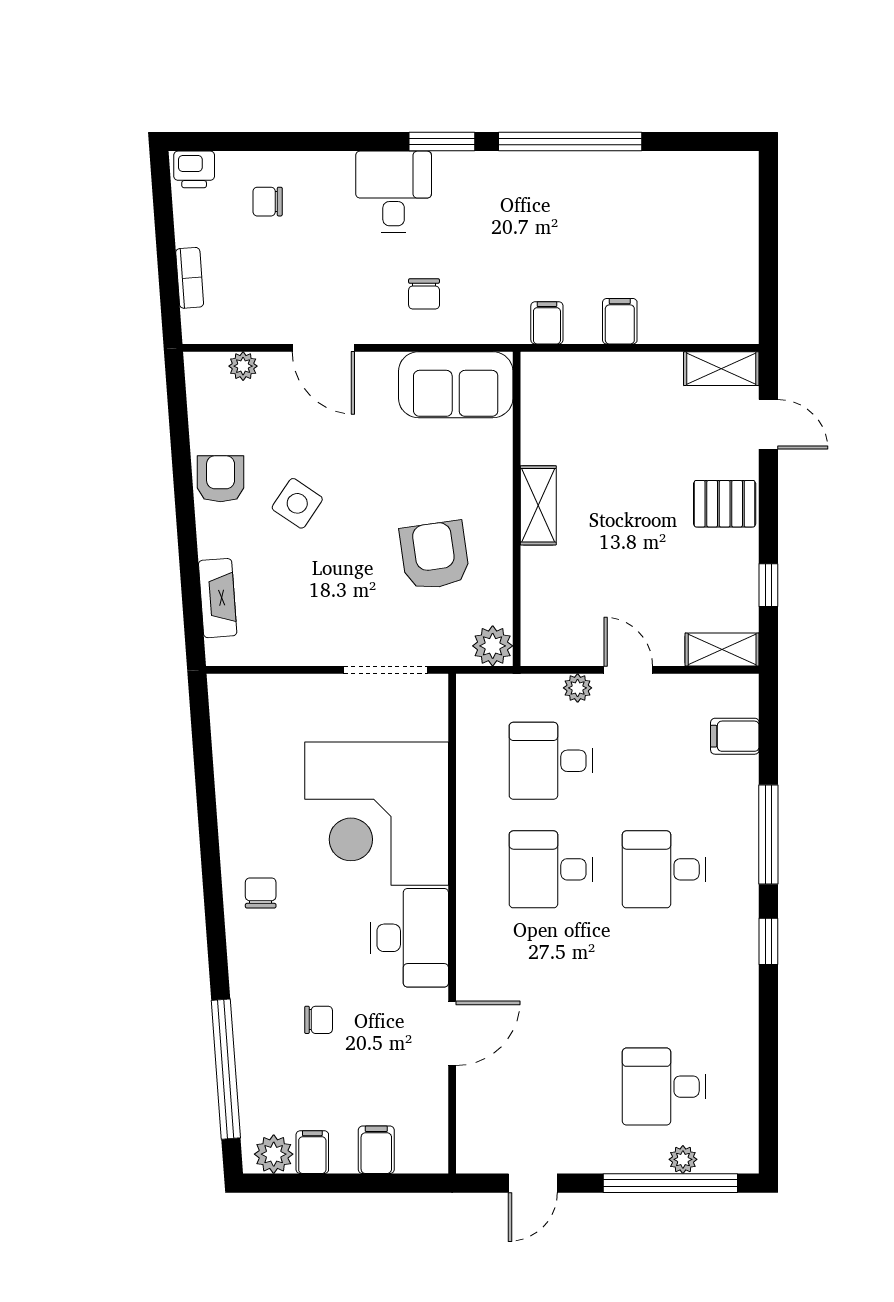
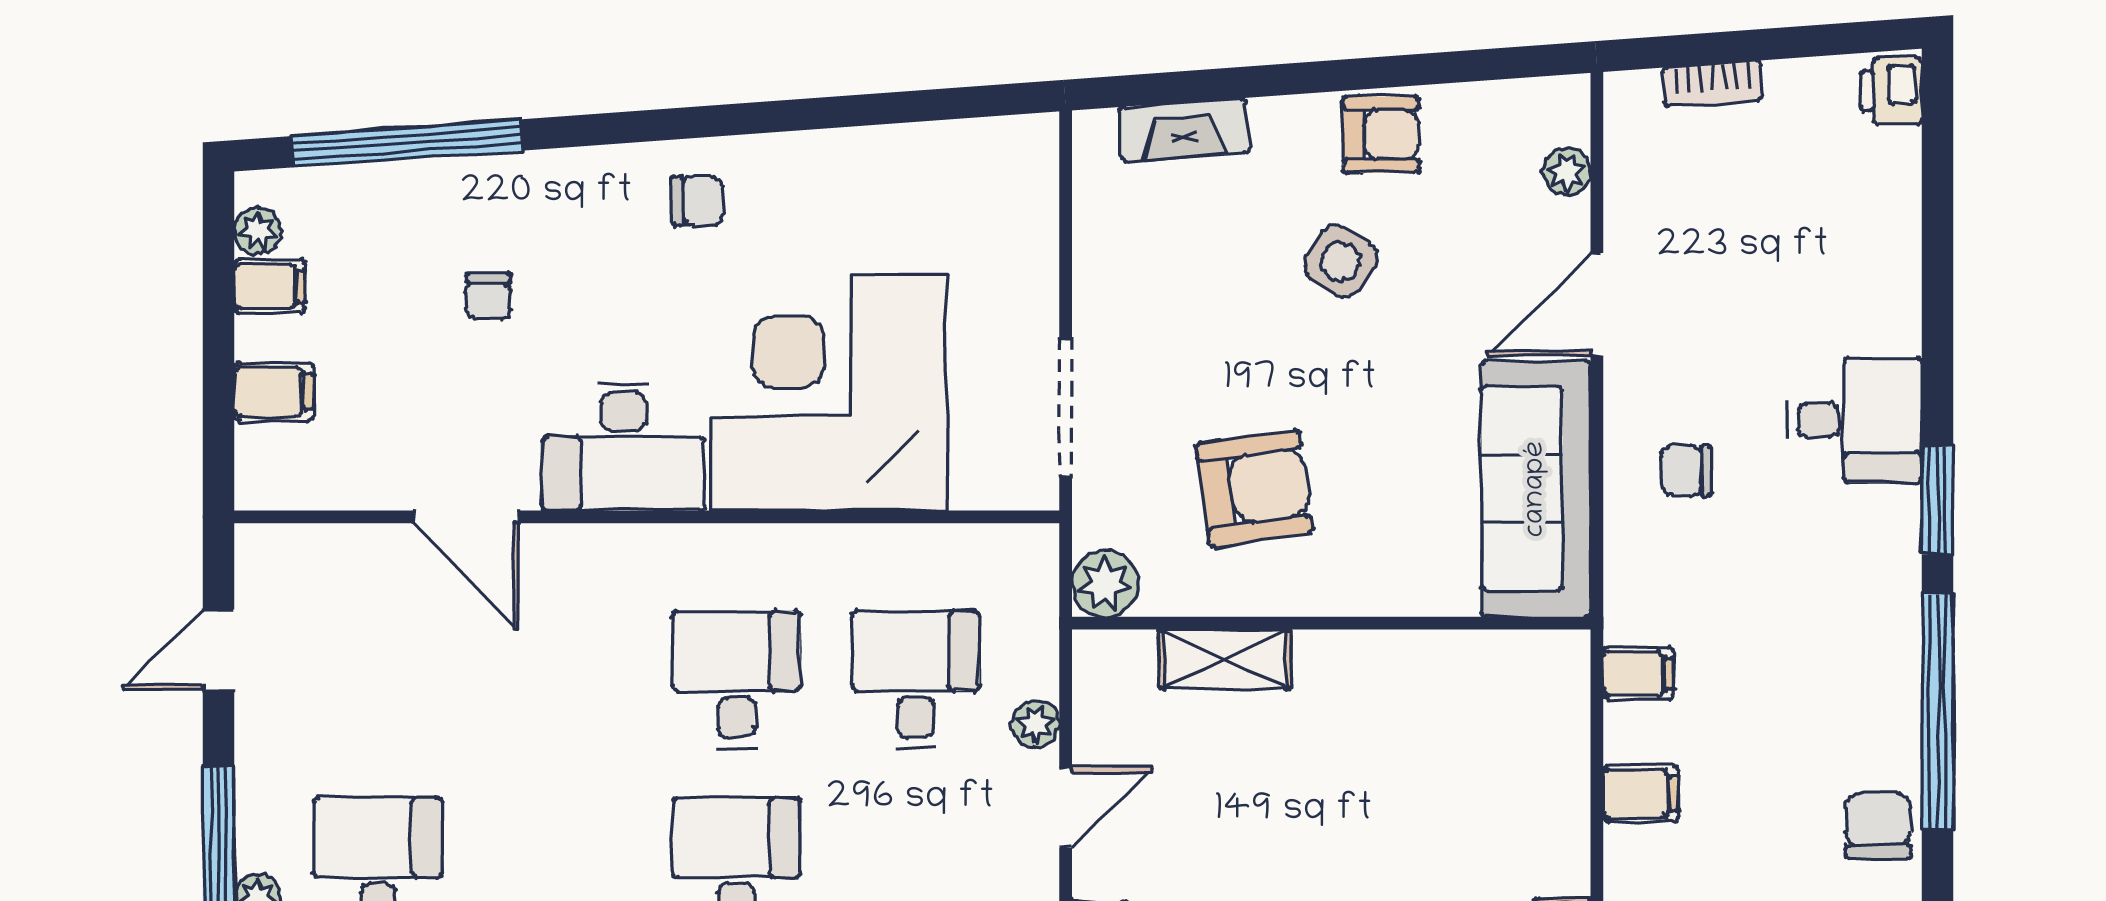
chair: (268, 202) -> (1878, 826), moved, width x1.37, depth x1.37
sofa: (456, 385) -> (1536, 489), width x1.36
shelving: (538, 505) -> (1225, 659), moved
plant: (274, 1154) -> (258, 231), width x0.73, depth x0.73
door: (533, 1183) -> (219, 650), hinge flipped

